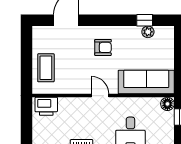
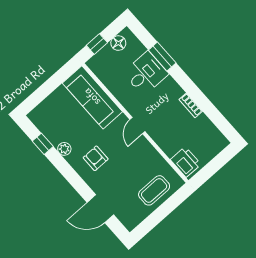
plant: (148, 32) -> (64, 149), moved
floor lamp: (167, 104) -> (118, 43), moved

